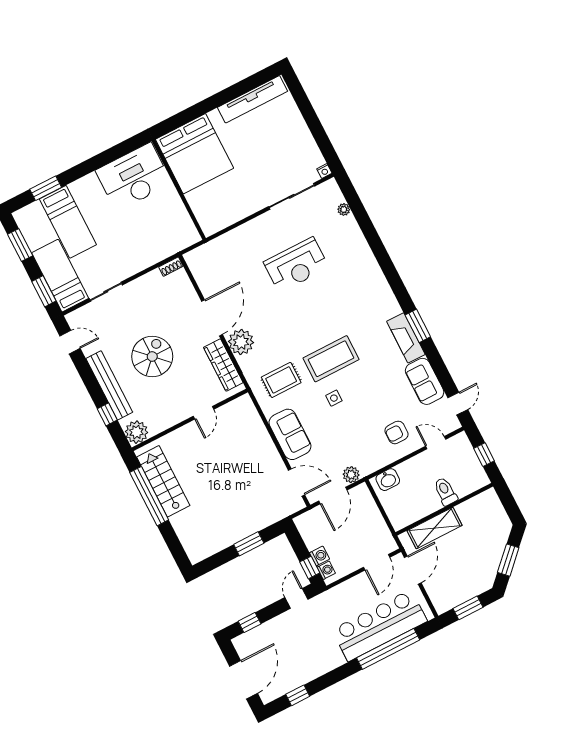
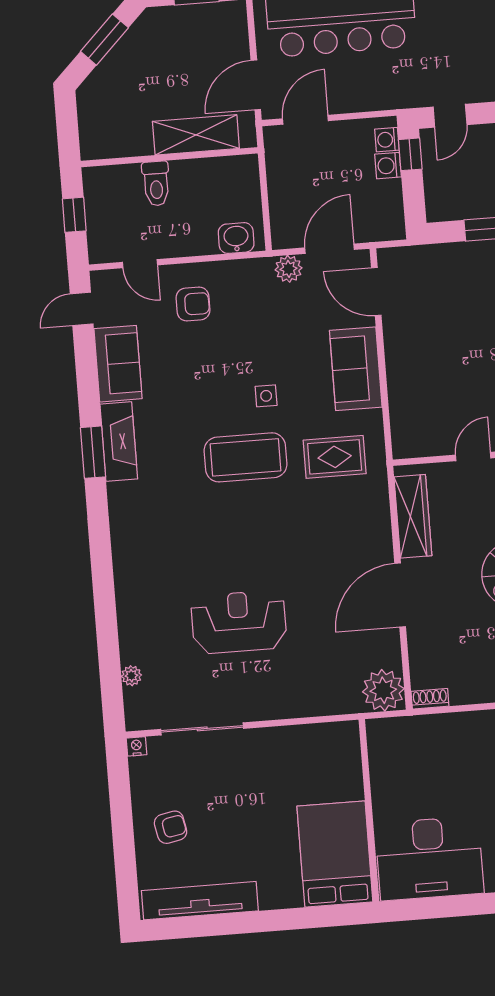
armchair: (286, 134) -> (171, 827), added
bed: (194, 154) -> (335, 854), width x0.73
plant: (241, 342) -> (383, 690), moved

